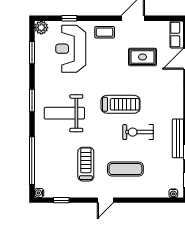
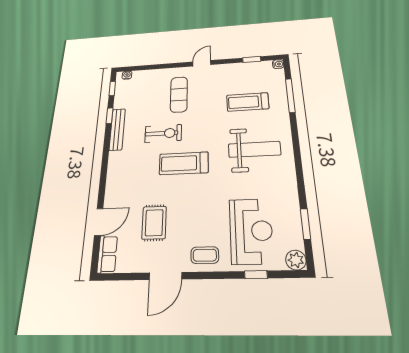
rug: (143, 57) -> (154, 223), turned 90
window: (32, 100) -> (298, 162), removed
window: (32, 161) -> (290, 95), width x0.68
treadmill: (86, 164) -> (248, 102), moved, turned 90
exercise mat: (125, 169) -> (179, 94), turned 90

